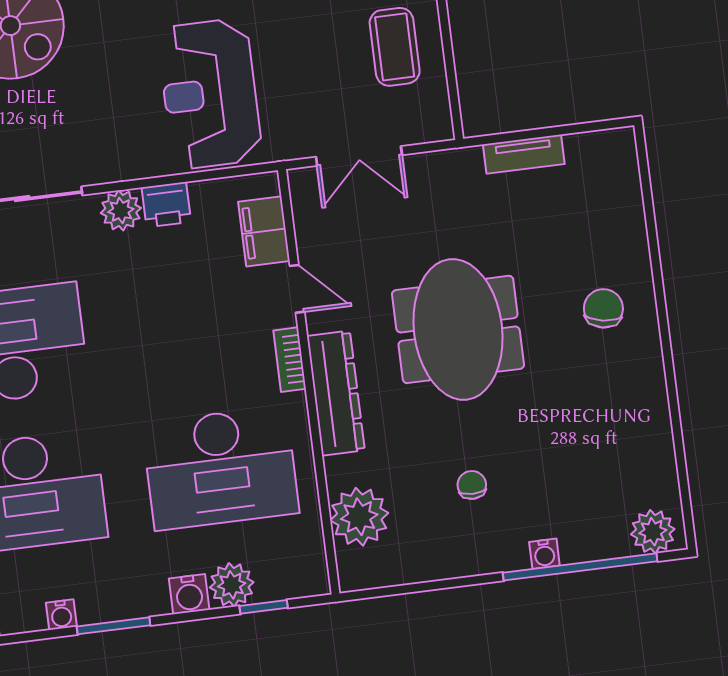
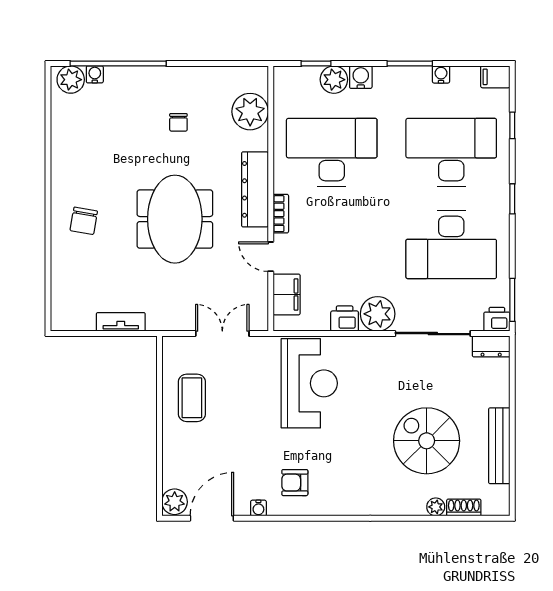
plant: (121, 210) -> (378, 314), width x1.36, depth x1.36
water cooler: (544, 554) -> (95, 74), moved

